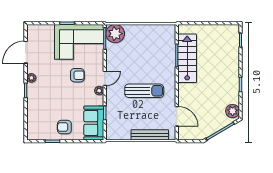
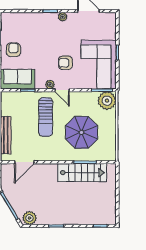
parasol: (147, 59) -> (82, 132), added
armchair: (77, 75) -> (65, 63), turned 90
sun lounger: (144, 91) -> (46, 117), moved

